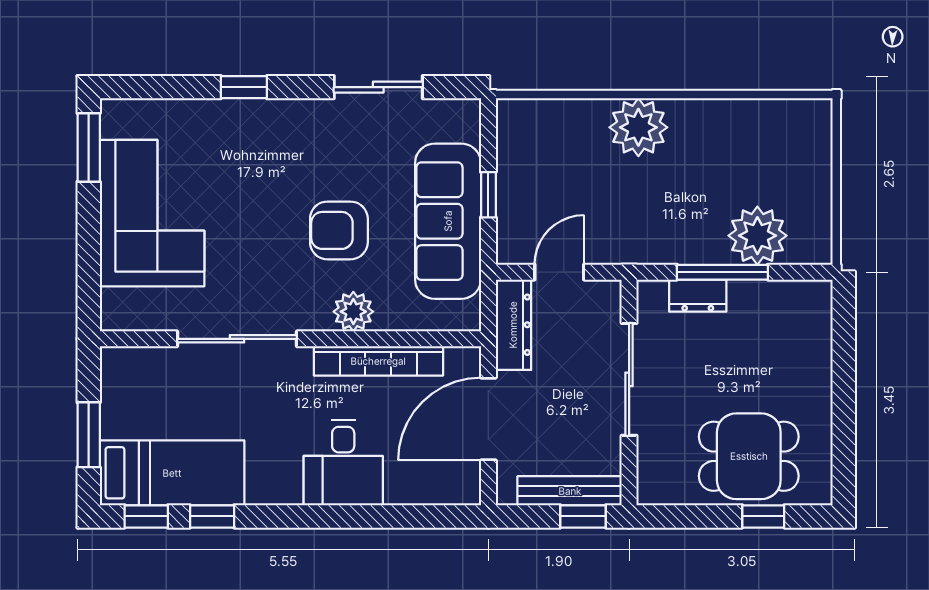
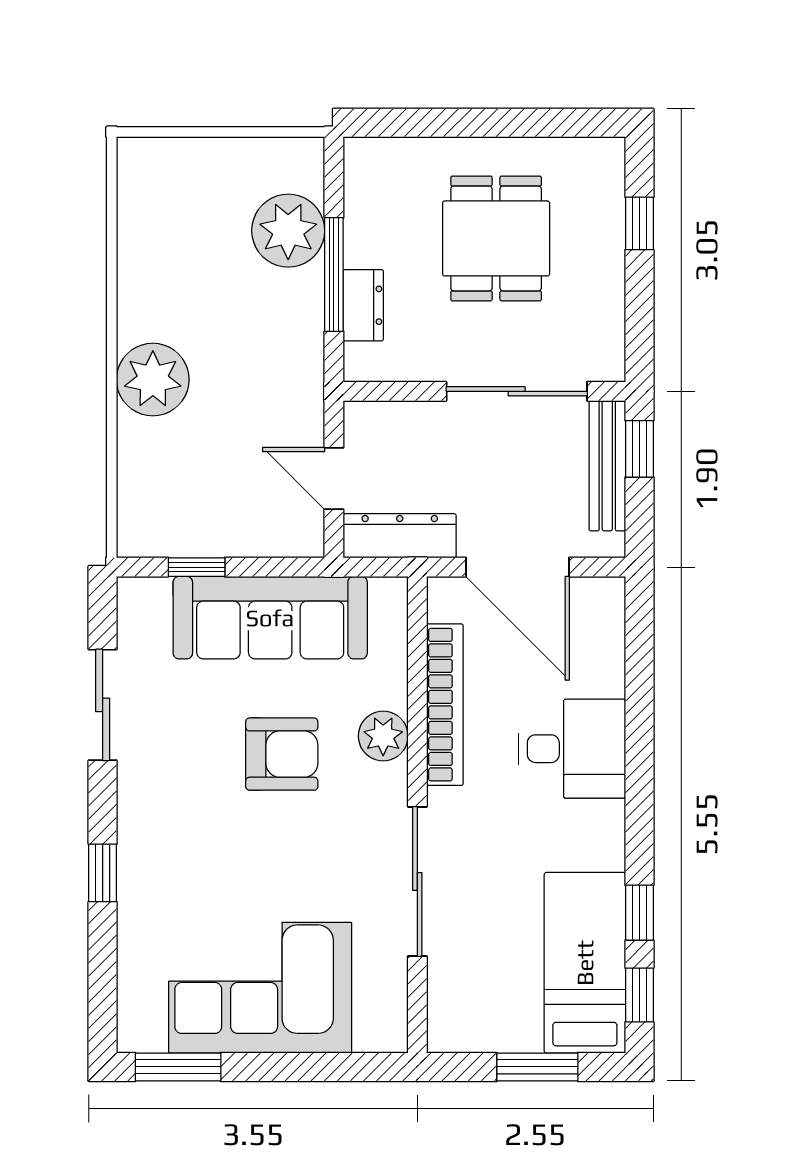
window: (488, 195) -> (197, 567), moved
armchair: (339, 230) -> (282, 754), turned -90
sliding door: (629, 379) -> (517, 391), moved
dining table: (749, 456) -> (496, 238), moved

